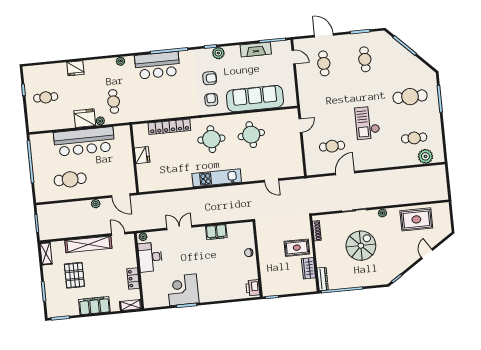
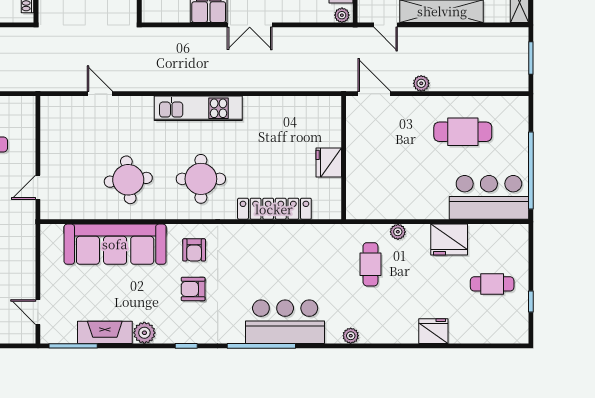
plant: (218, 53) -> (144, 333), moved
fridge: (85, 118) -> (449, 239), moved
bar counter: (84, 142) -> (489, 197), moved, width x0.73
double door: (179, 228) -> (250, 25), moved

